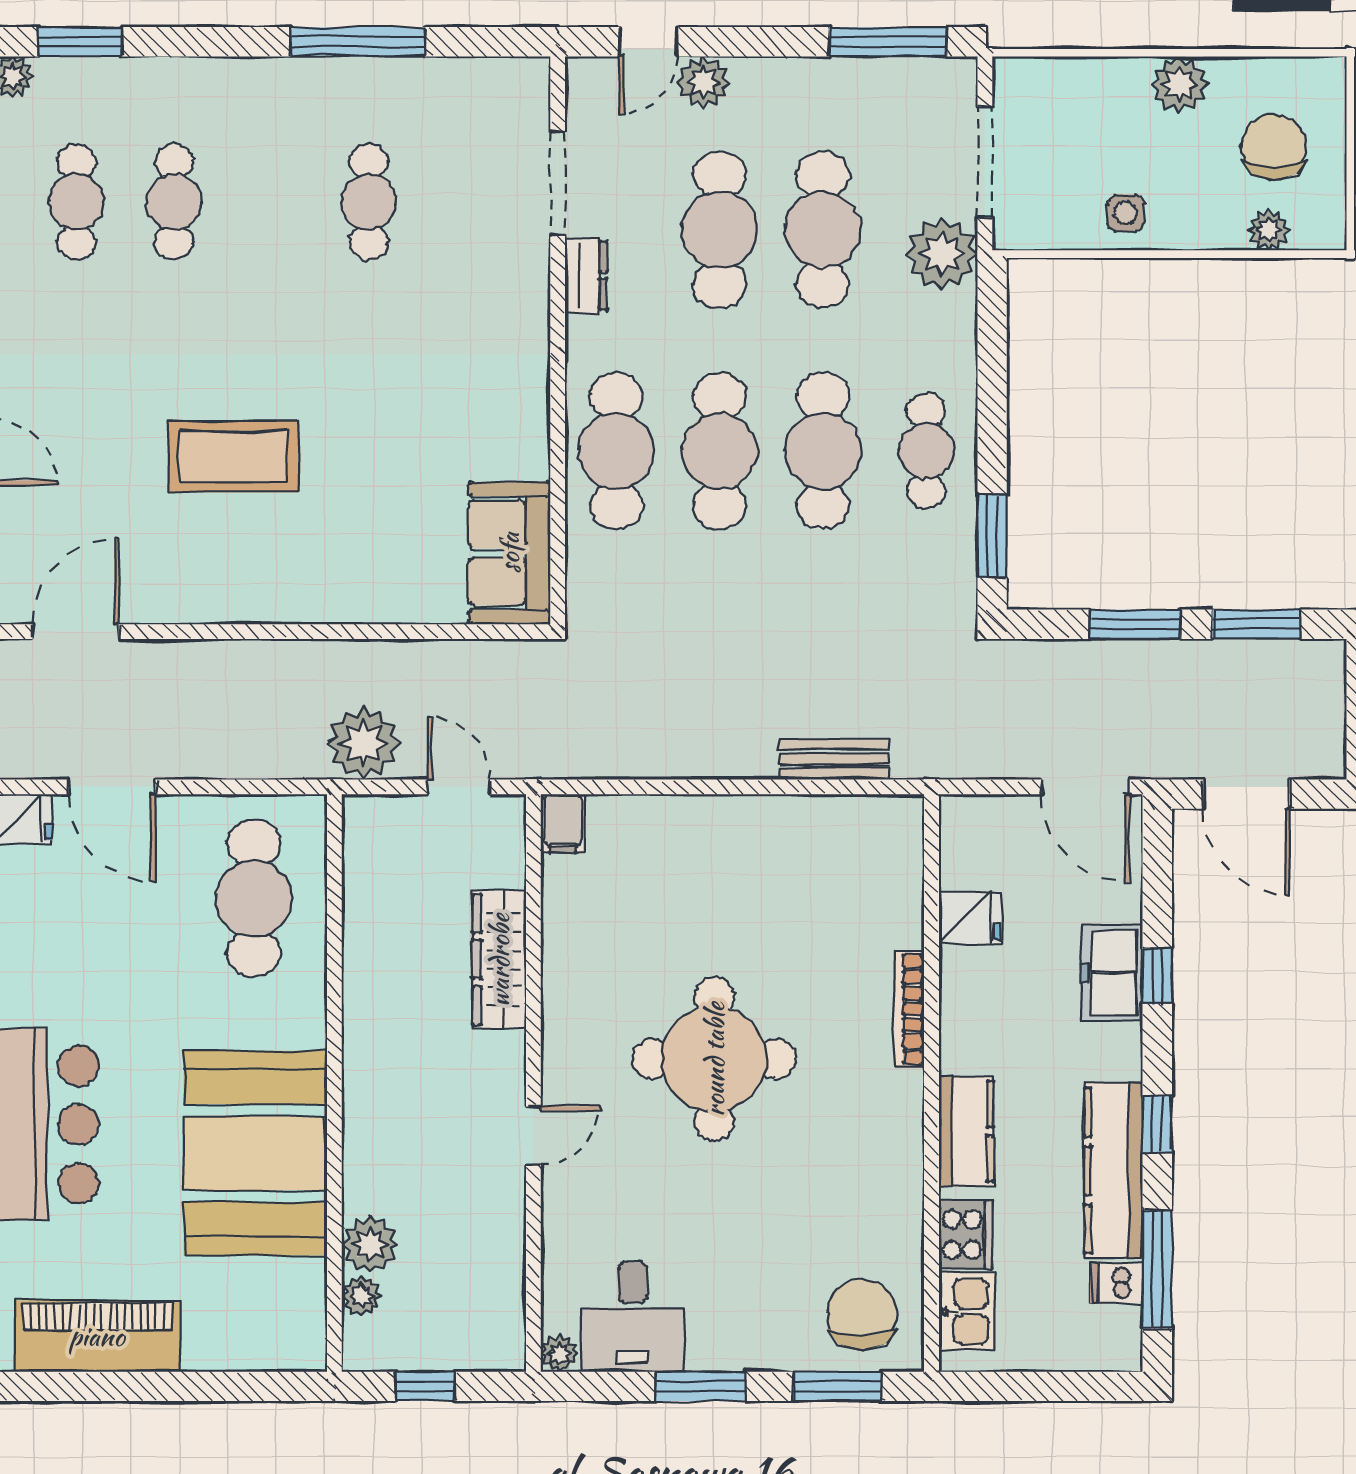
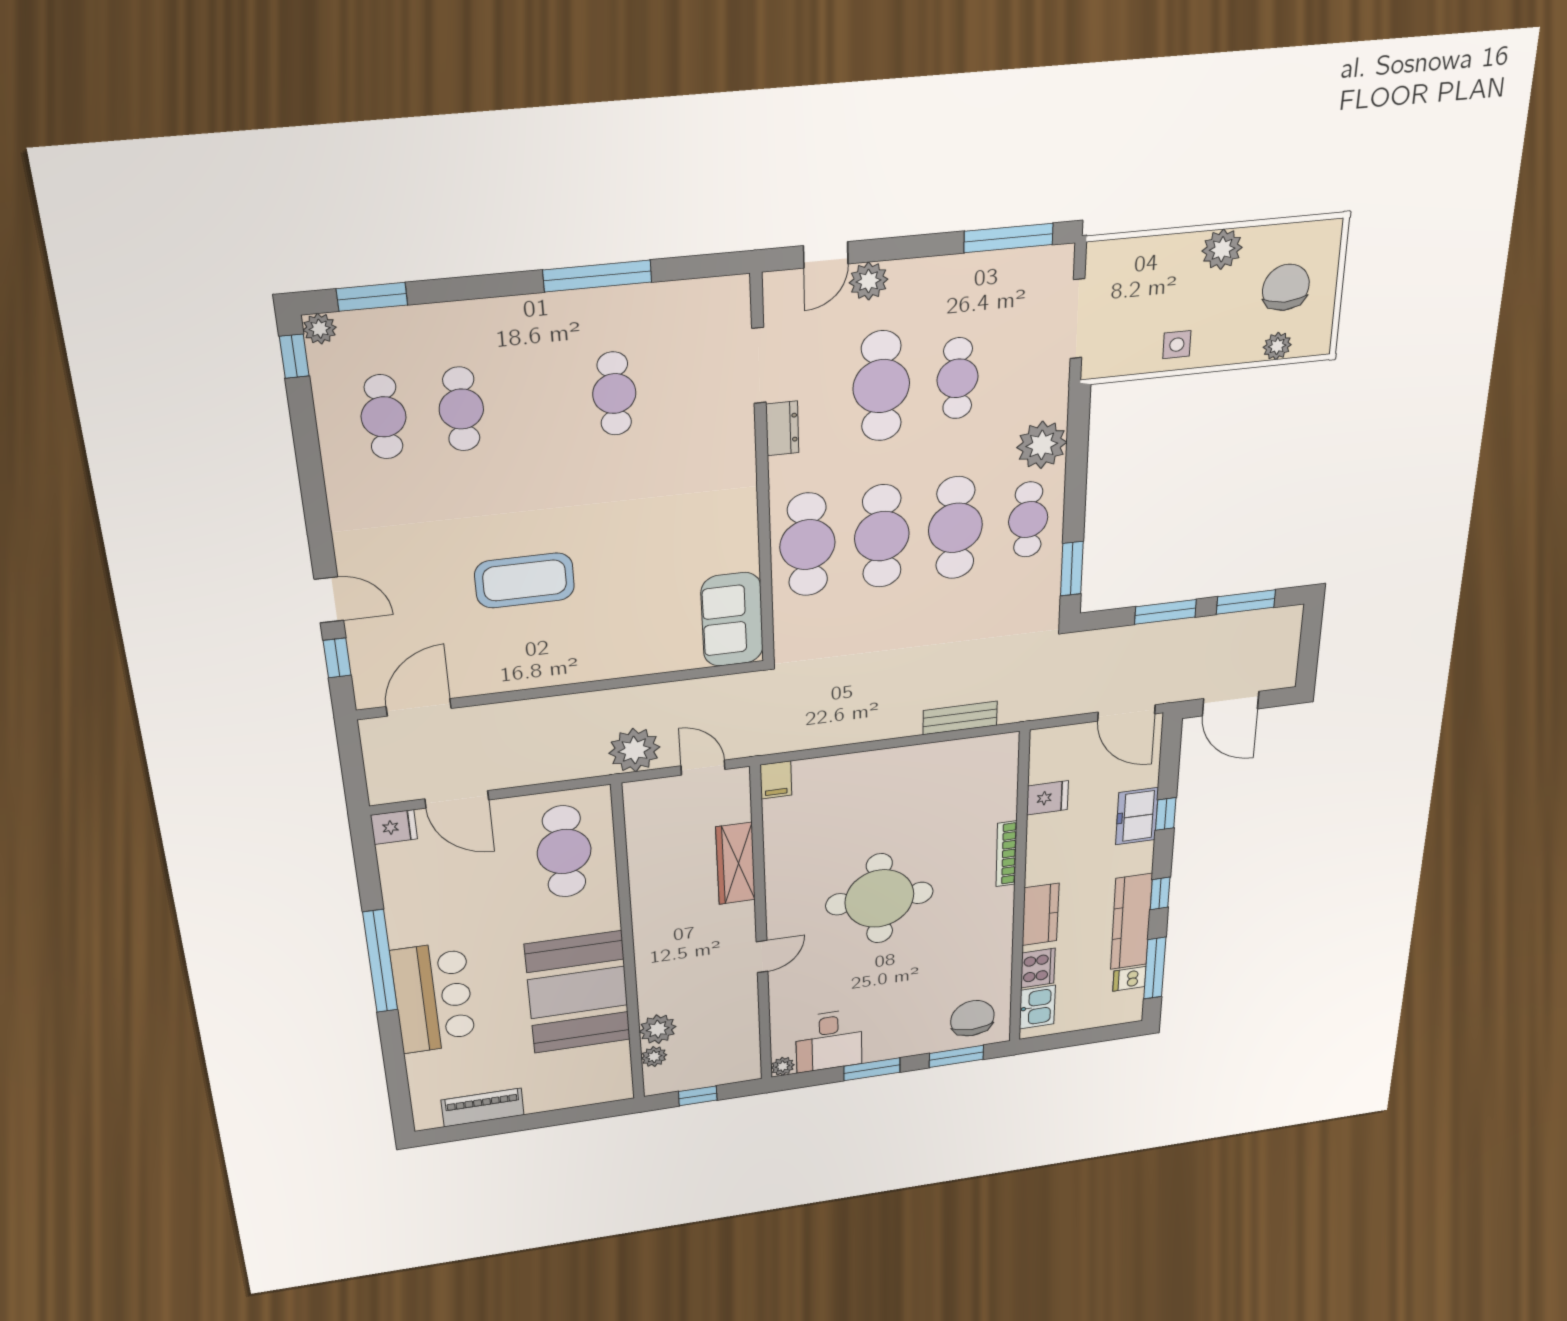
cafe table: (823, 230) -> (958, 378), width x0.73, depth x0.74
plant: (942, 254) -> (1042, 445), moved
piano: (97, 1336) -> (483, 1108), width x0.73, depth x0.75

